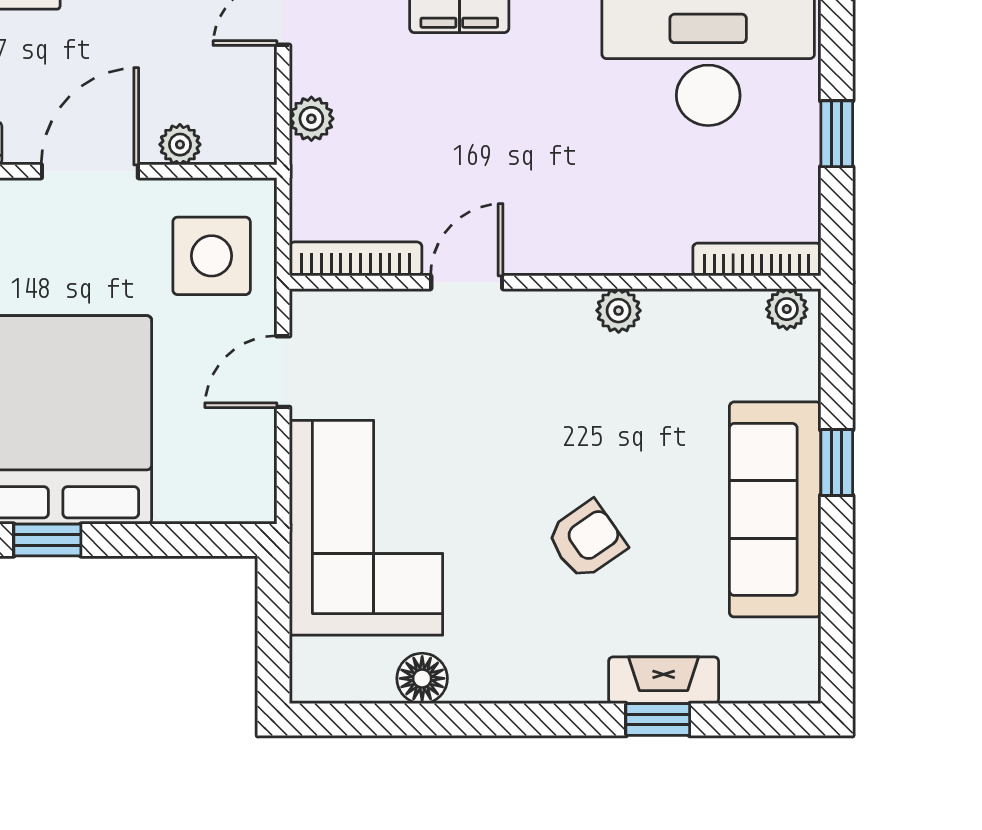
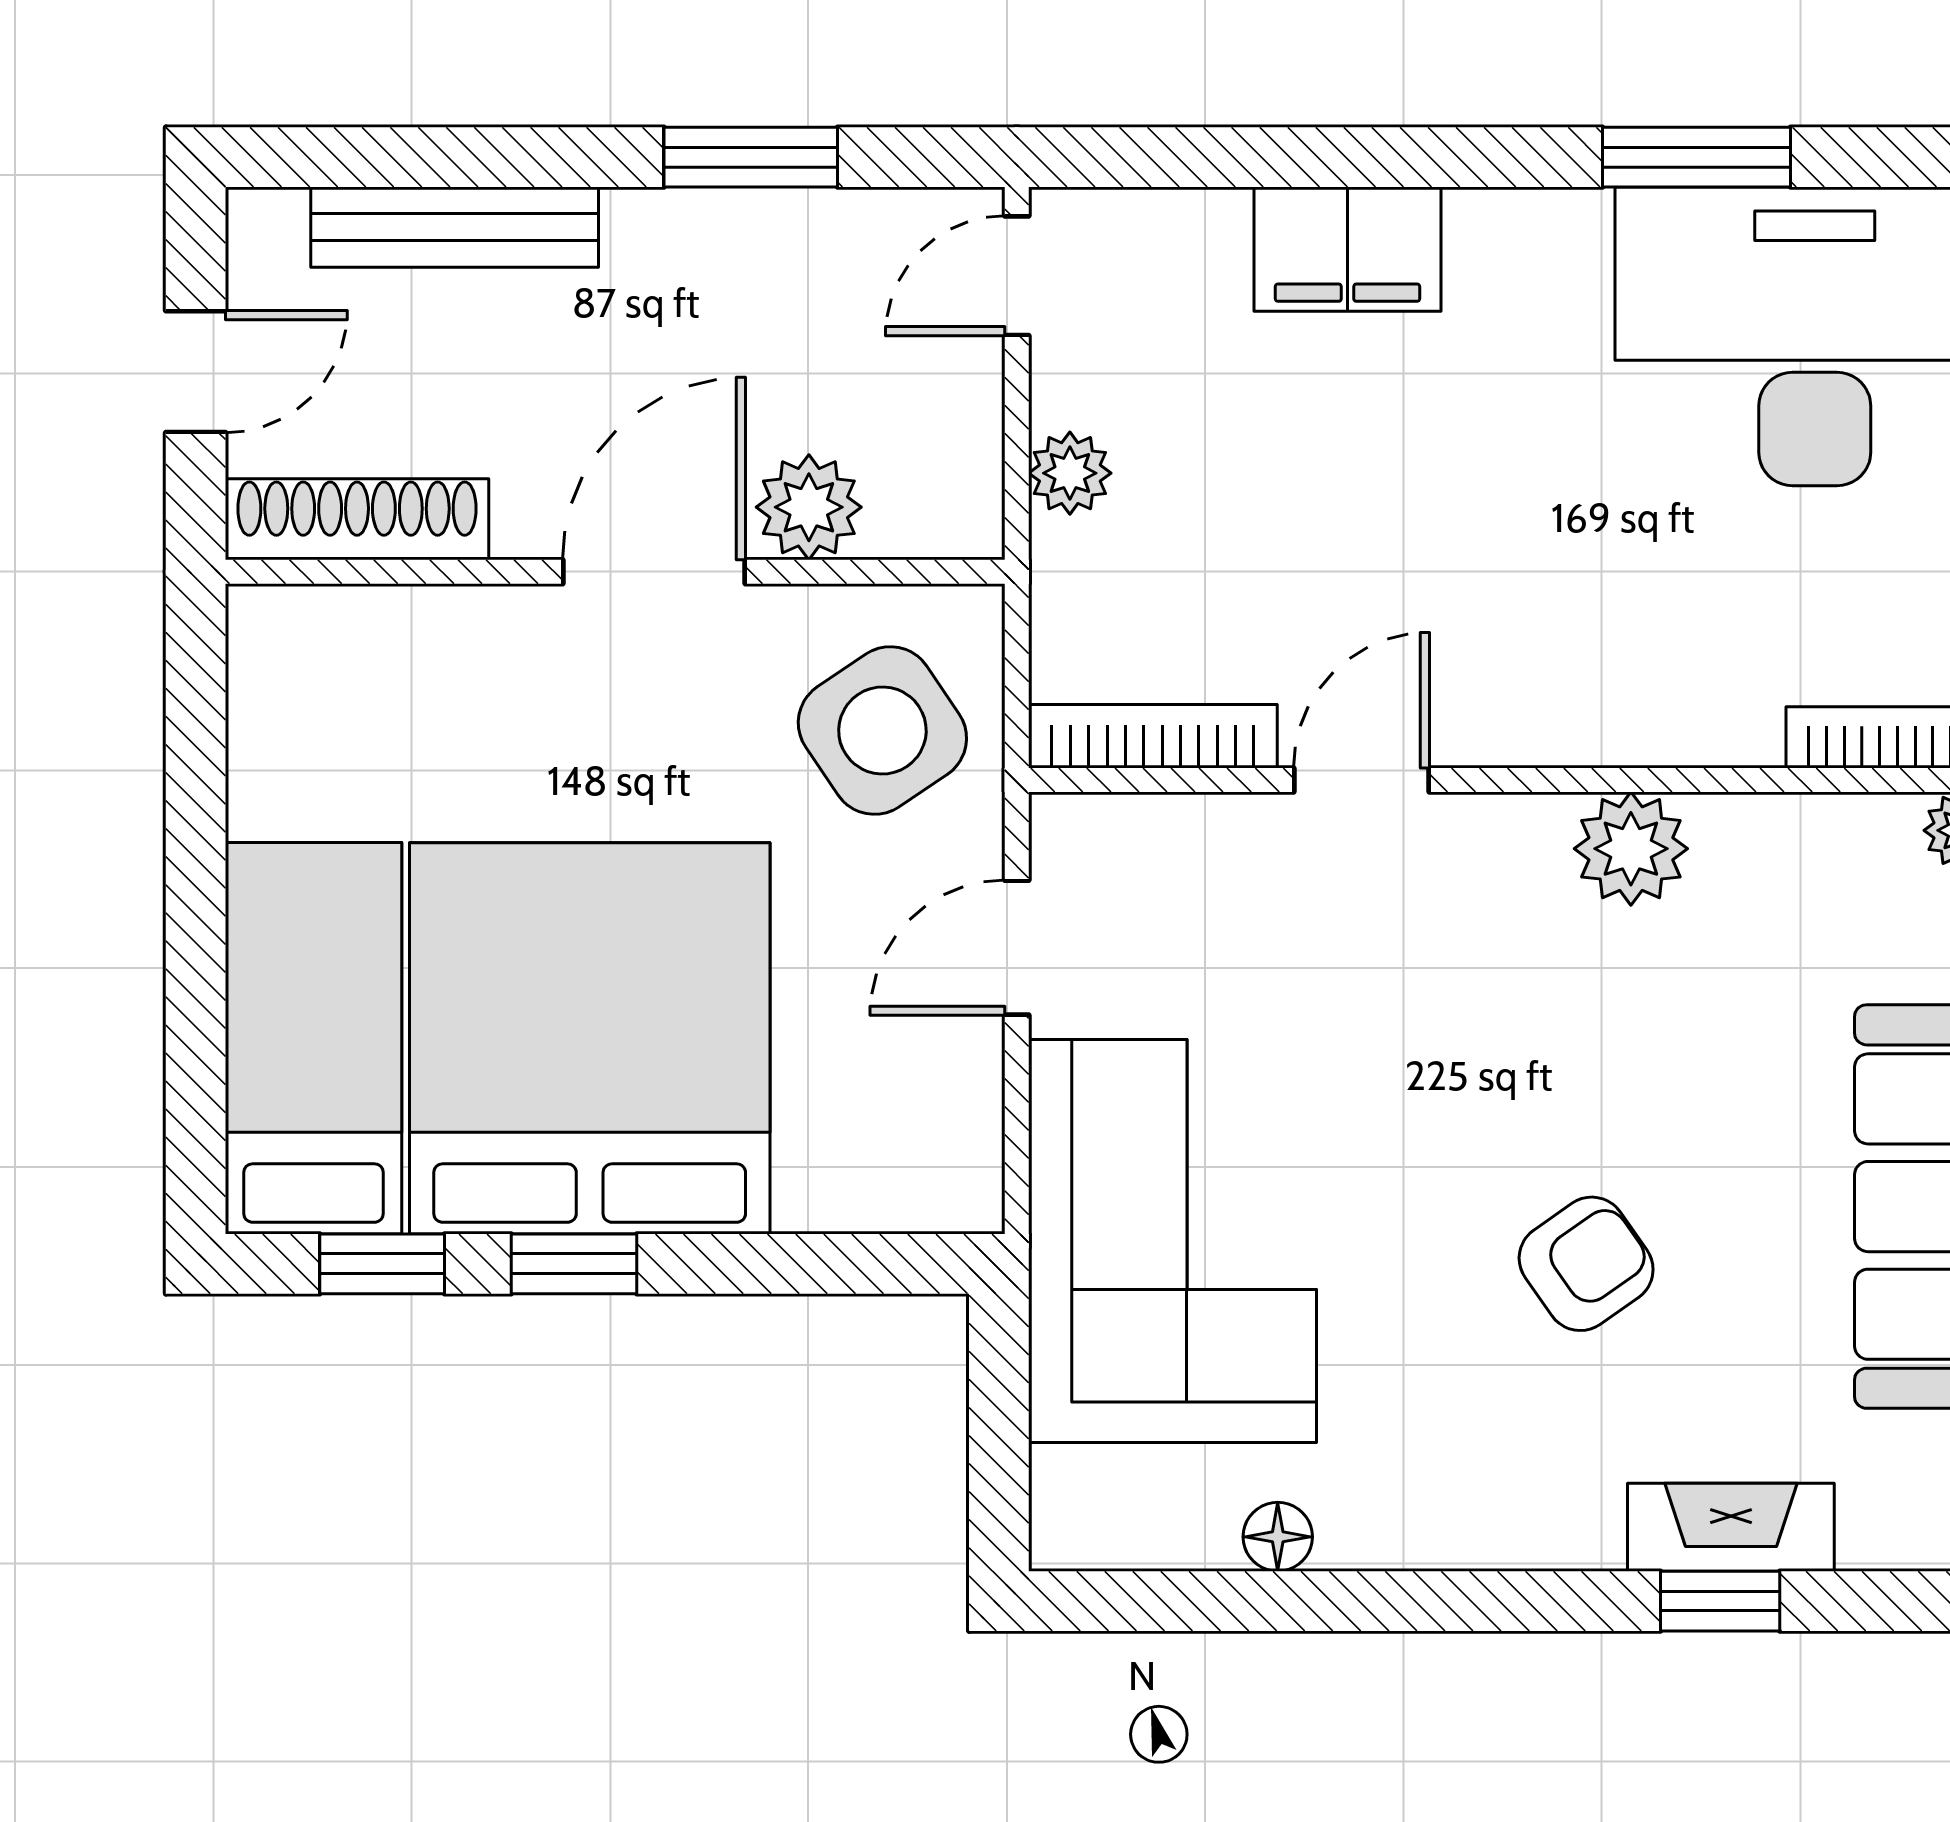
plant: (180, 145) -> (809, 507), width x1.38, depth x1.38
side table: (212, 256) -> (882, 731), turned -34
plant: (619, 311) -> (1631, 849), width x1.38, depth x1.38
floor lamp: (422, 678) -> (1278, 1537), width x0.73, depth x0.73

